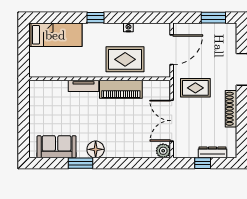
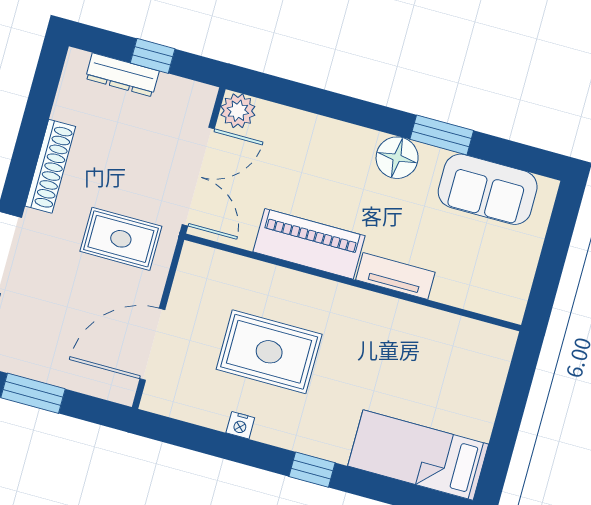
wall: (100, 79) -> (353, 282), moved
tv unit: (83, 86) -> (395, 276), moved
piano: (121, 89) -> (309, 244), moved

